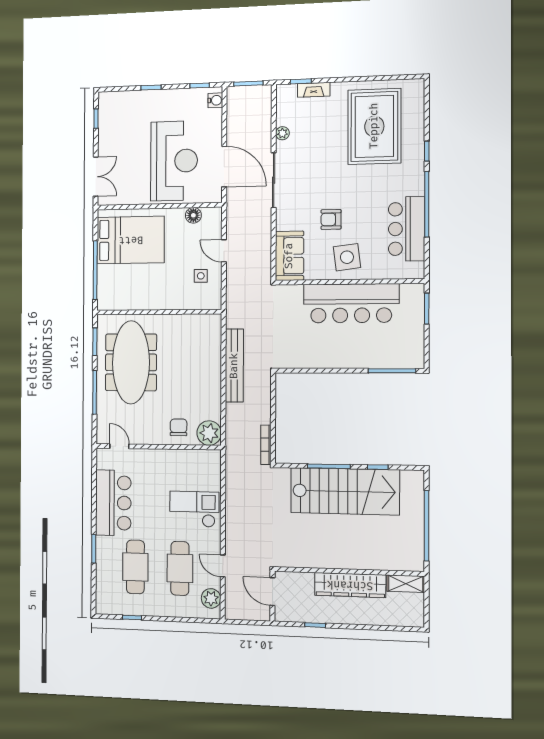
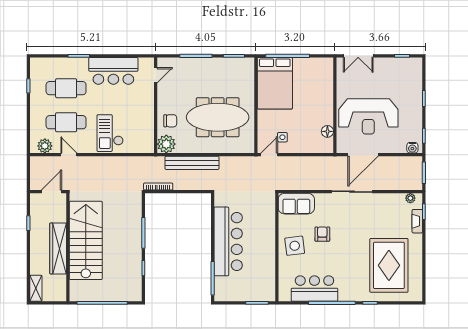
rug: (374, 126) -> (389, 265), turned 90
plant: (282, 133) -> (410, 198), moved
bed: (131, 240) -> (275, 83), moved
door: (224, 251) -> (269, 155), moved
bar counter: (351, 303) -> (228, 241), moved, turned 180
meeting table: (131, 362) -> (218, 117), moved
bench: (234, 366) -> (192, 163), moved
stairs: (345, 491) -> (86, 240), moved, turned 180
checkout: (194, 509) -> (110, 133), turned 180
door: (223, 566) -> (69, 155), hinge flipped
shelving: (406, 584) -> (36, 288), moved

